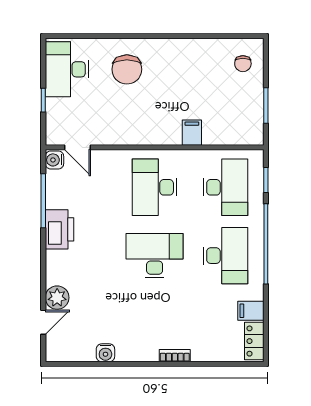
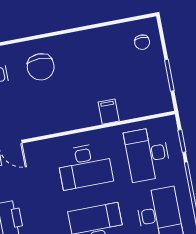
desk: (155, 187) -> (85, 166), turned -90
desk: (225, 187) -> (148, 154), turned 180

